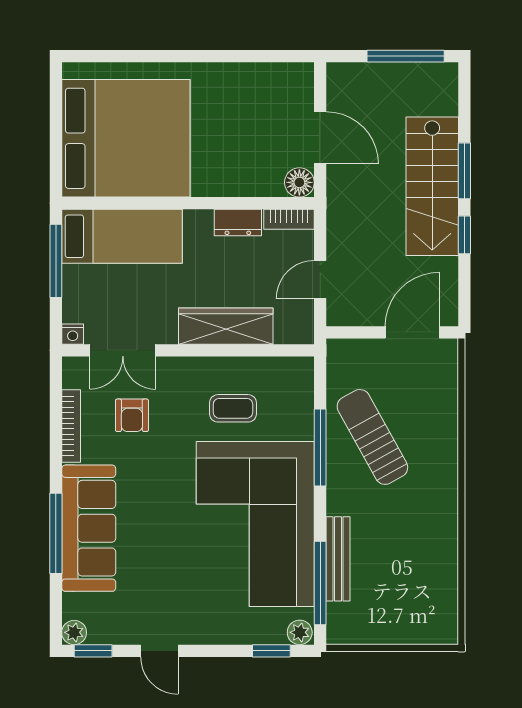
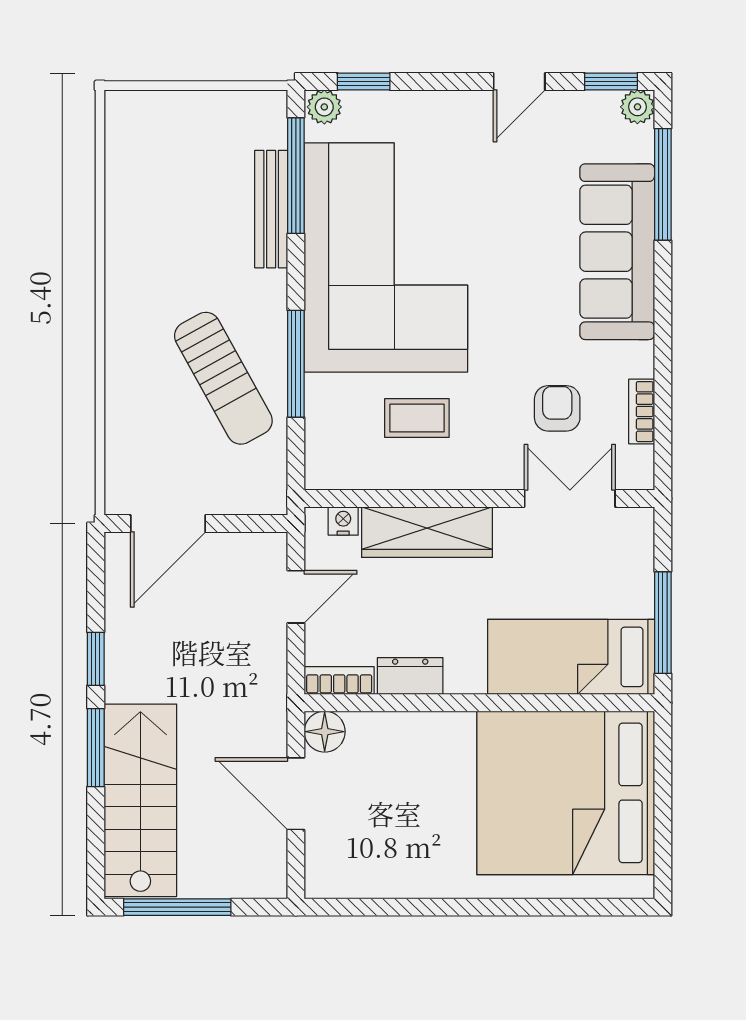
stairs: (432, 186) -> (140, 800), moved
nightstand: (73, 334) -> (343, 521), moved
bookcase: (71, 426) -> (642, 412), width x0.64
window: (56, 533) -> (663, 184), moved
door: (159, 651) -> (519, 81), swing flipped

